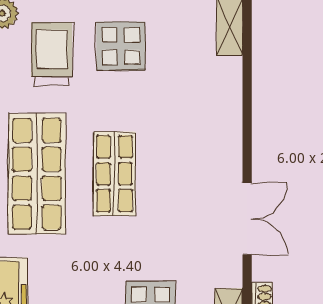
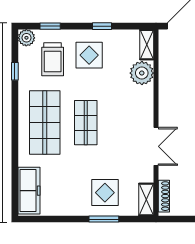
trolley: (52, 54) -> (53, 59), turned 180
plant: (220, 80) -> (142, 73), added

